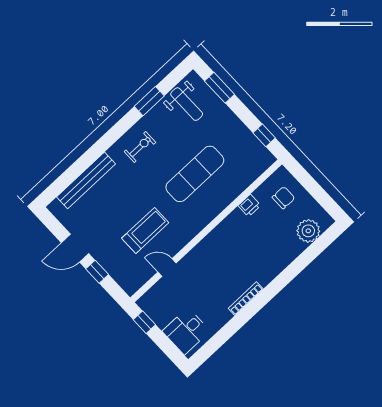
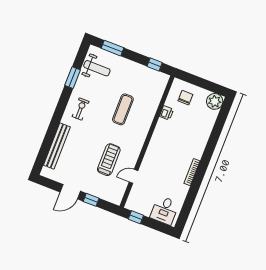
exercise mat: (195, 174) -> (123, 109), width x0.73, depth x0.69
plant: (308, 231) -> (215, 101), moved

